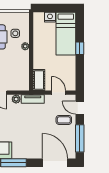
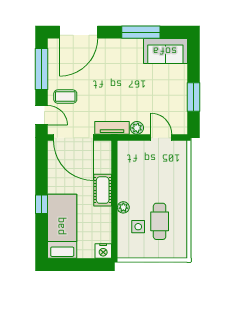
nightstand: (50, 17) -> (103, 251), moved
cot: (39, 80) -> (103, 190), moved
door: (59, 93) -> (73, 138), width x1.87
door: (55, 163) -> (79, 32), hinge flipped

